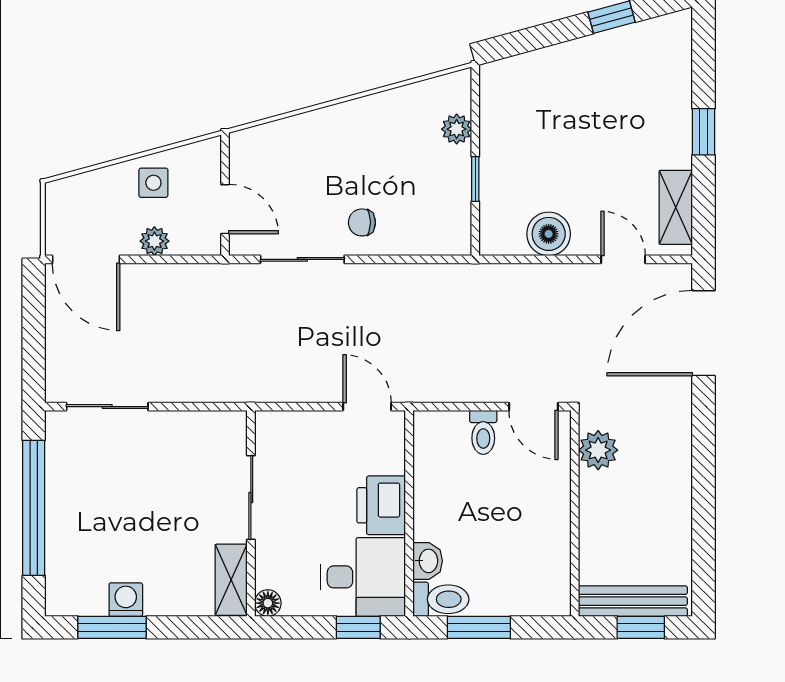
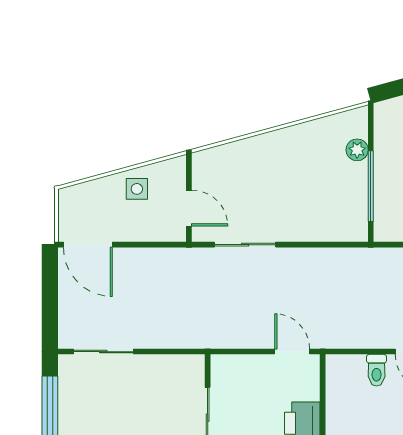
window: (475, 179) -> (371, 186), width x2.17
chair: (362, 222) -> (288, 218), removed
plant: (154, 241) -> (138, 231), removed

